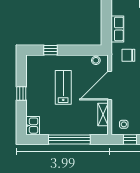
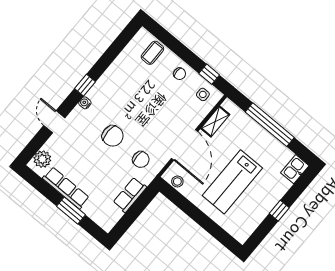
window: (51, 50) -> (214, 229), removed
door: (110, 86) -> (185, 145), hinge flipped
lab bench: (63, 87) -> (232, 182), width x1.36, depth x1.39

